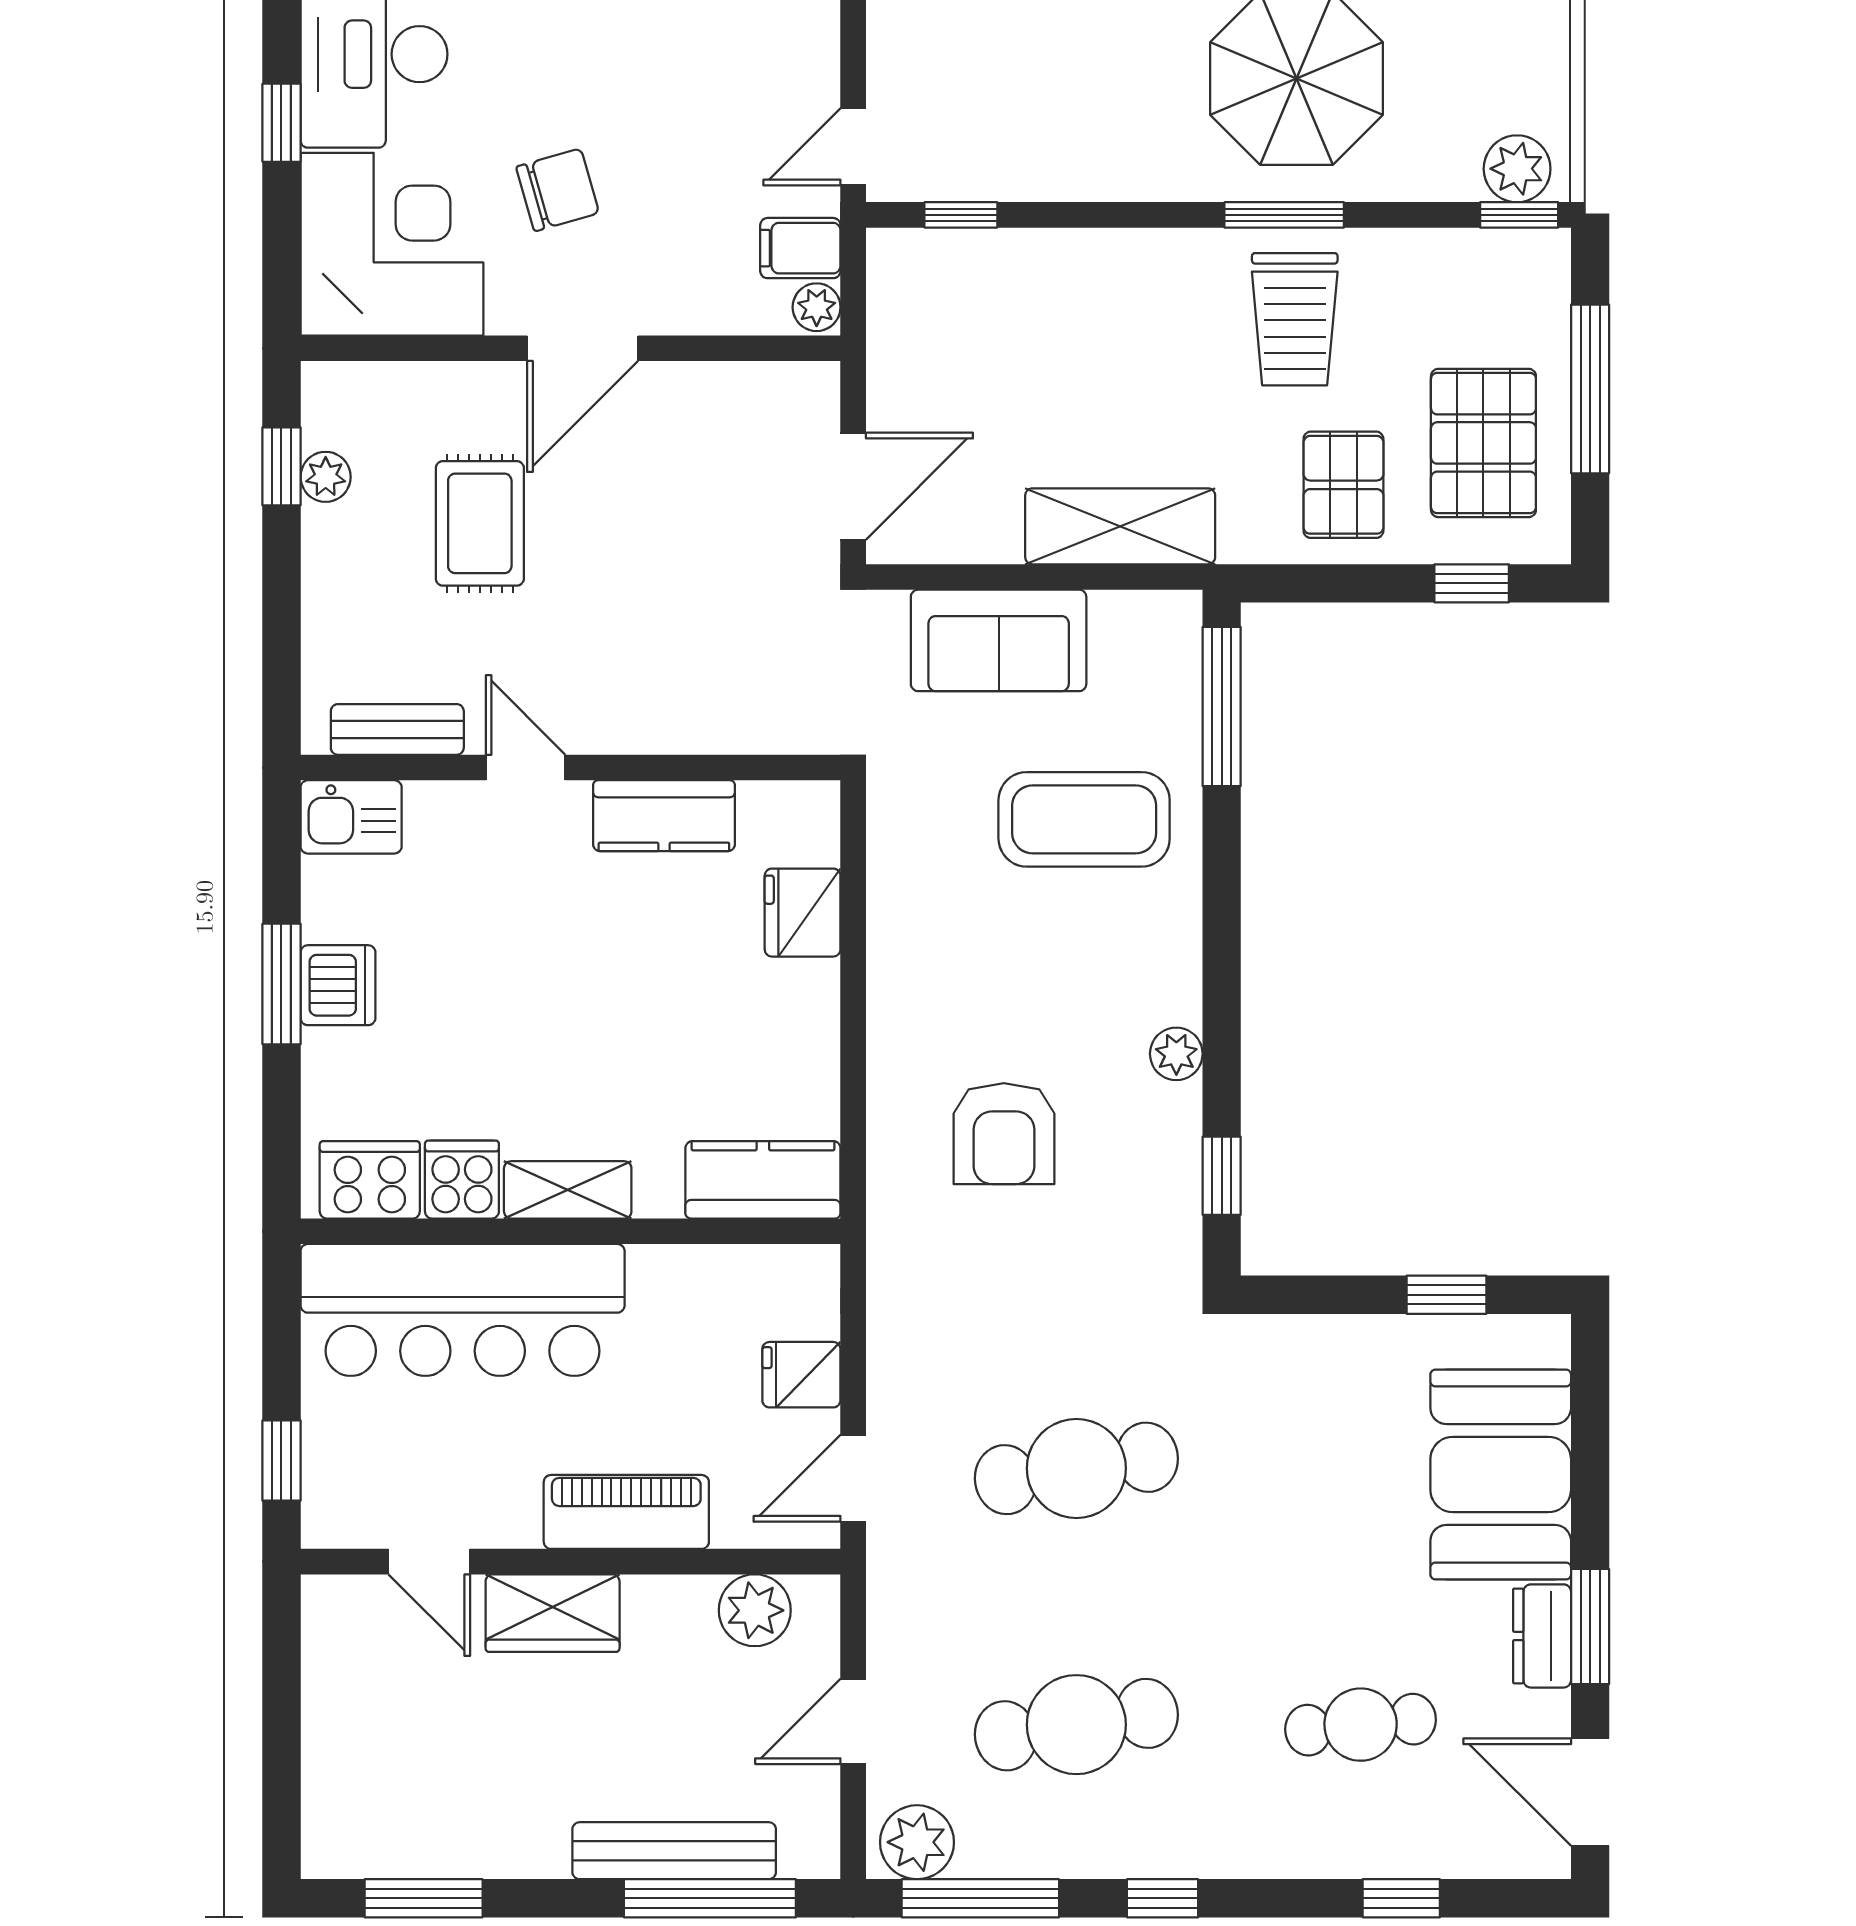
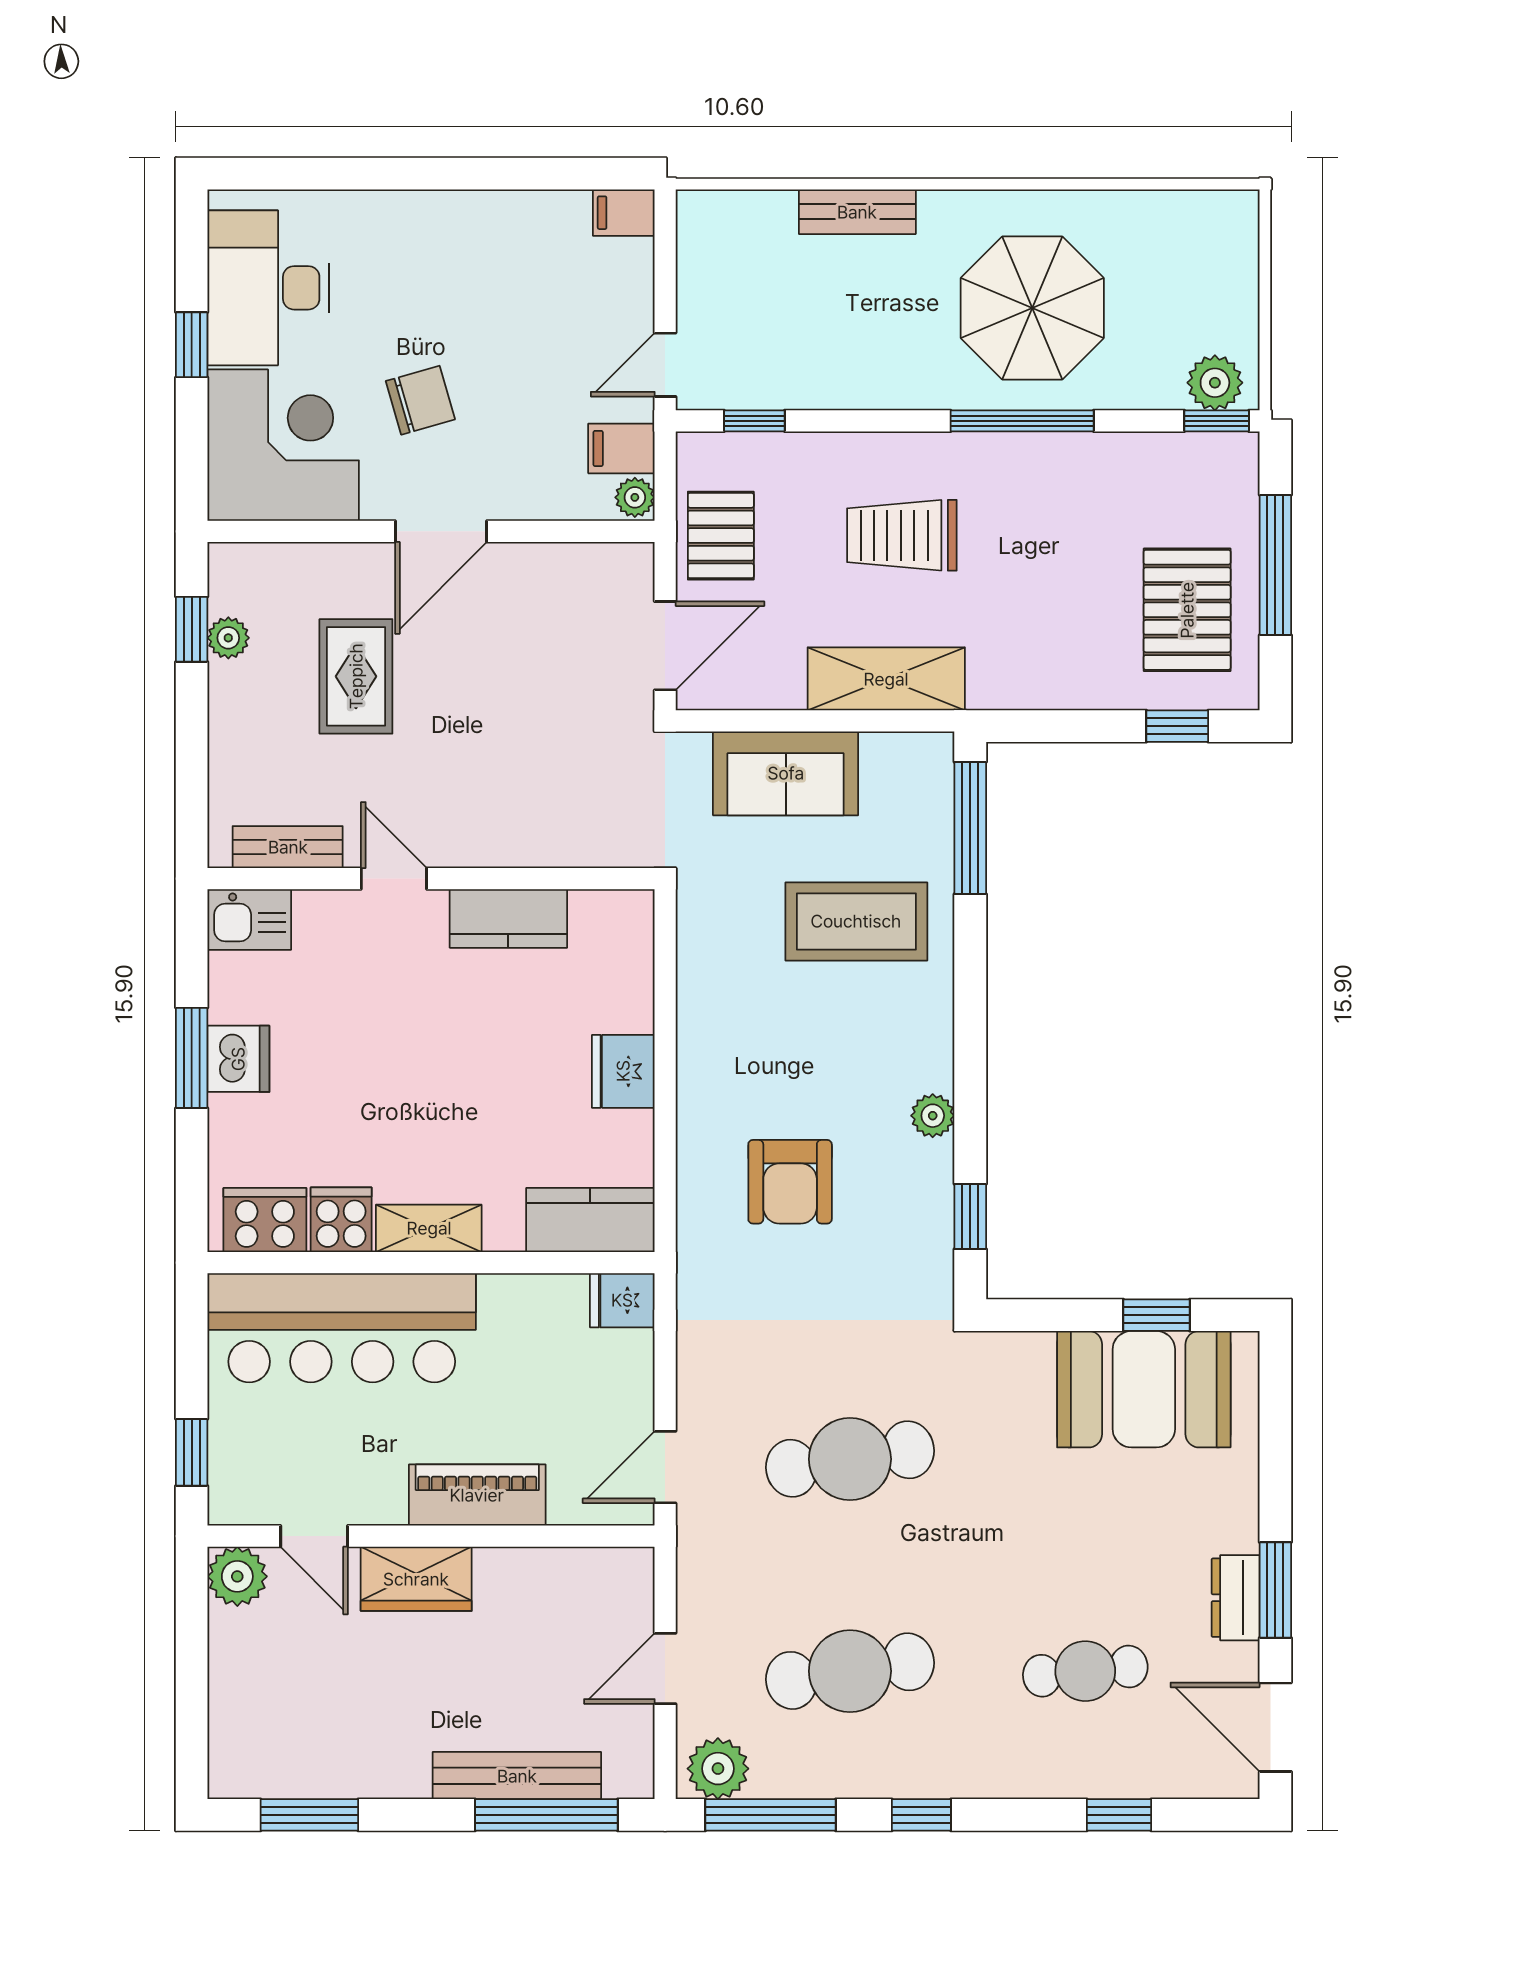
window: (1284, 215) -> (1022, 421), width x1.44
trolley: (1295, 319) -> (902, 535), moved, turned 90
pallet: (1343, 485) -> (721, 536), moved
fridge: (803, 913) -> (623, 1071), moved
fridge: (801, 1375) -> (622, 1300), moved
booth: (1501, 1474) -> (1144, 1389), moved, turned 90
plant: (755, 1610) -> (237, 1576), moved

